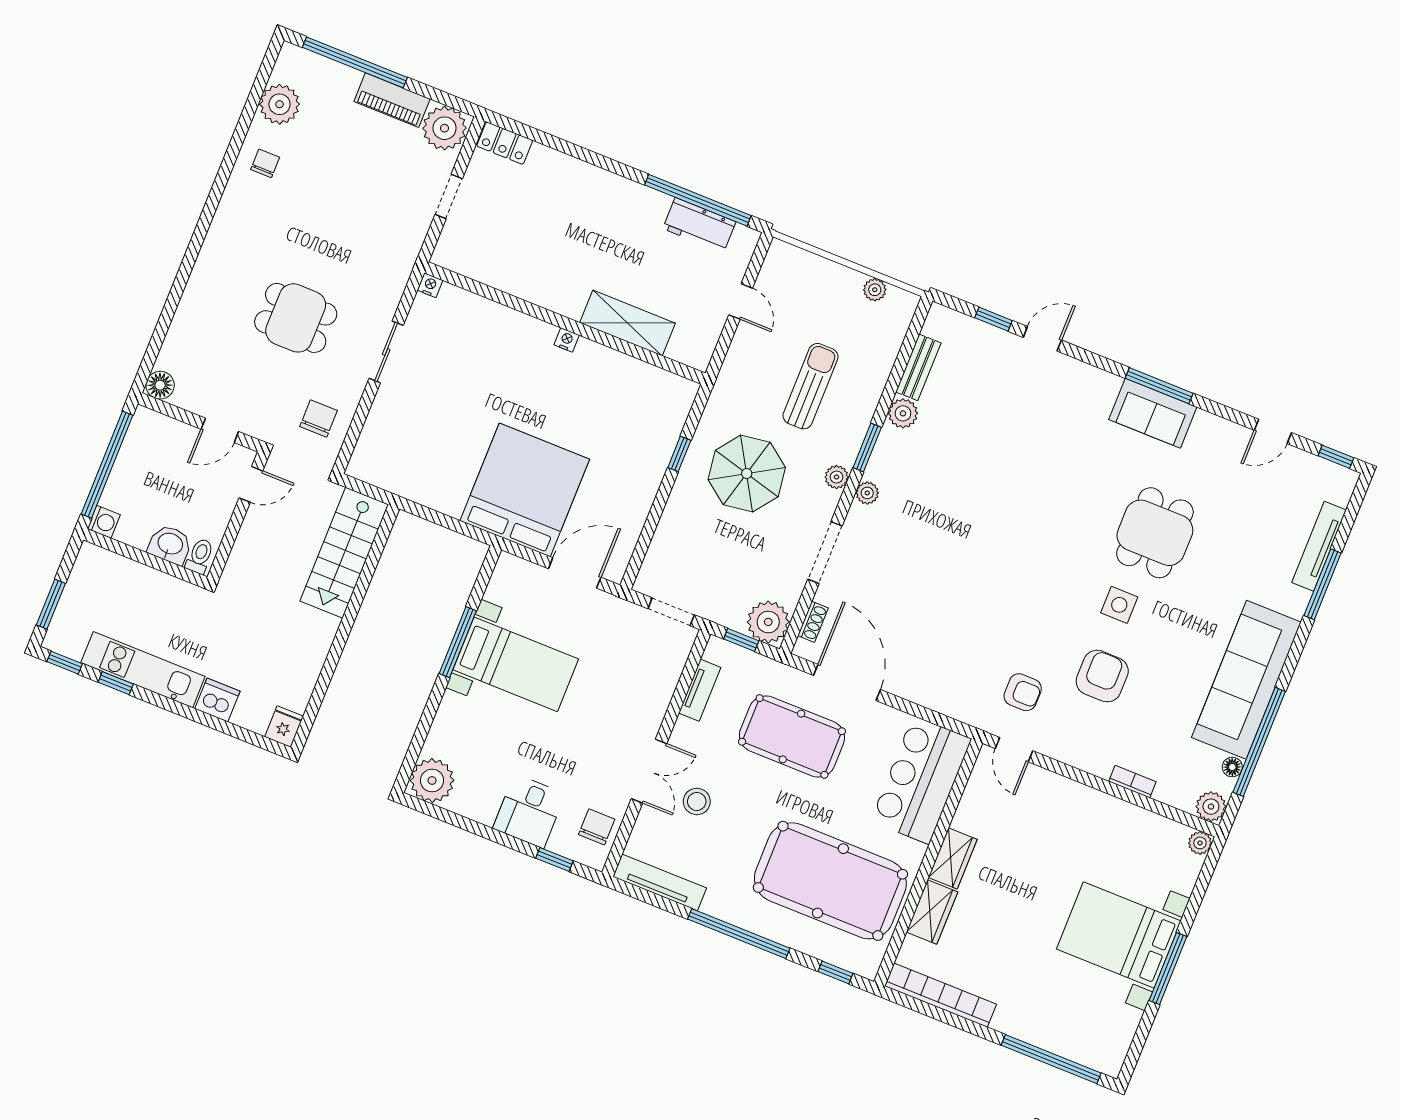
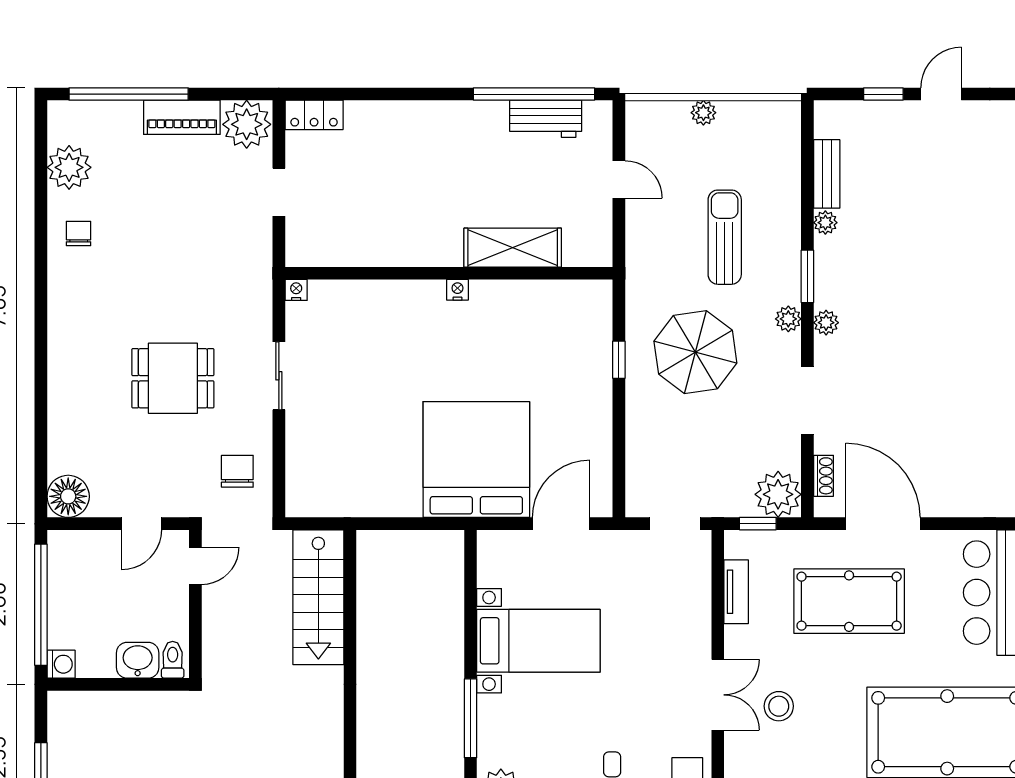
plant: (875, 290) -> (703, 113), moved
floor lamp: (160, 385) -> (68, 496), width x1.38, depth x1.38
plant: (903, 413) -> (825, 223), width x0.73, depth x0.73
window: (458, 642) -> (470, 718), moved

